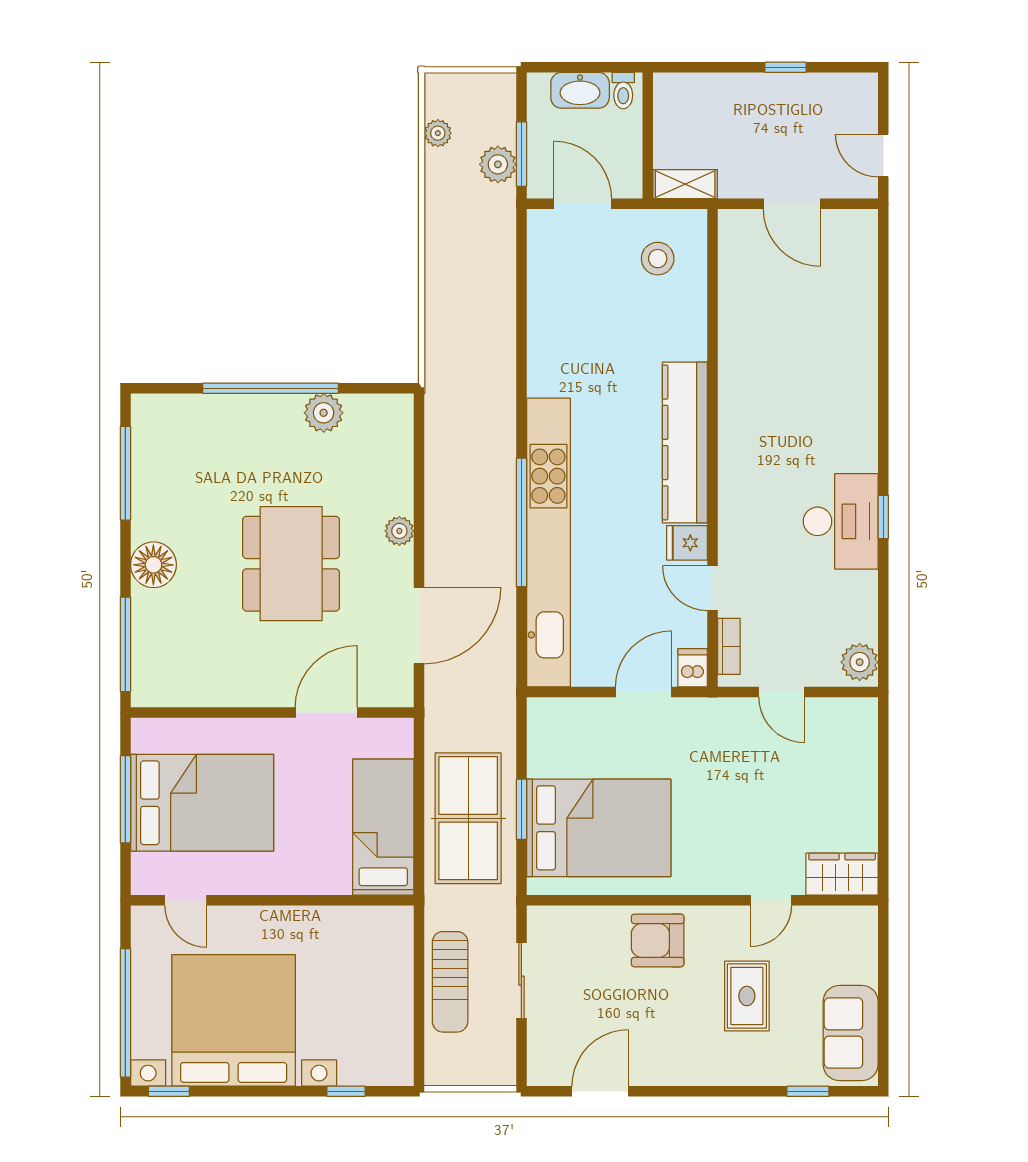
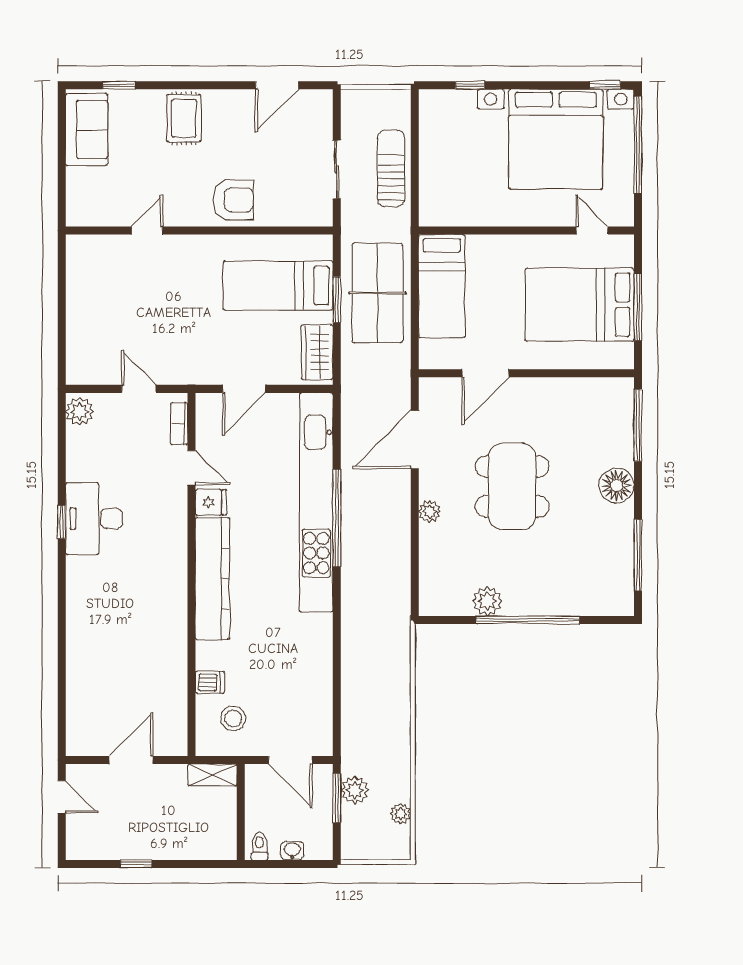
washbasin: (580, 90) -> (292, 851), width x0.52, depth x0.69
door: (792, 204) -> (131, 760), hinge flipped
dishwasher: (693, 668) -> (210, 682), moved, turned -90
bed: (599, 828) -> (278, 286), width x0.67
wardrobe: (842, 874) -> (317, 352), moved, turned 90
rug: (747, 996) -> (184, 118), moved

